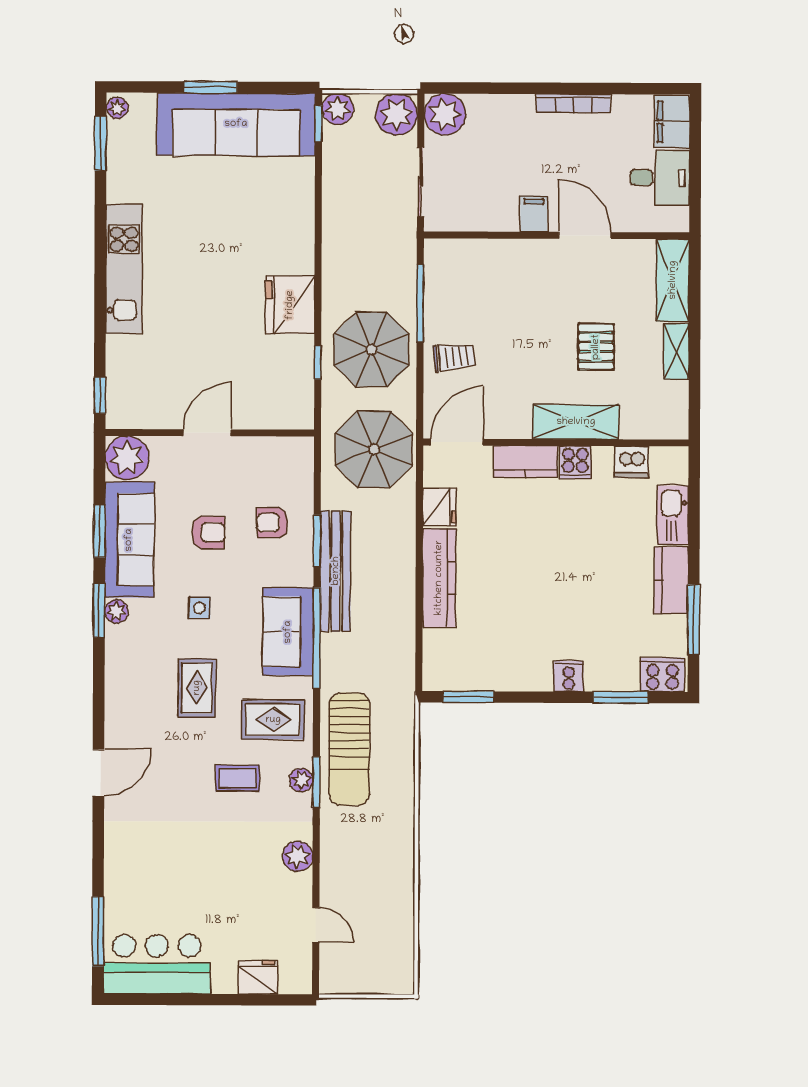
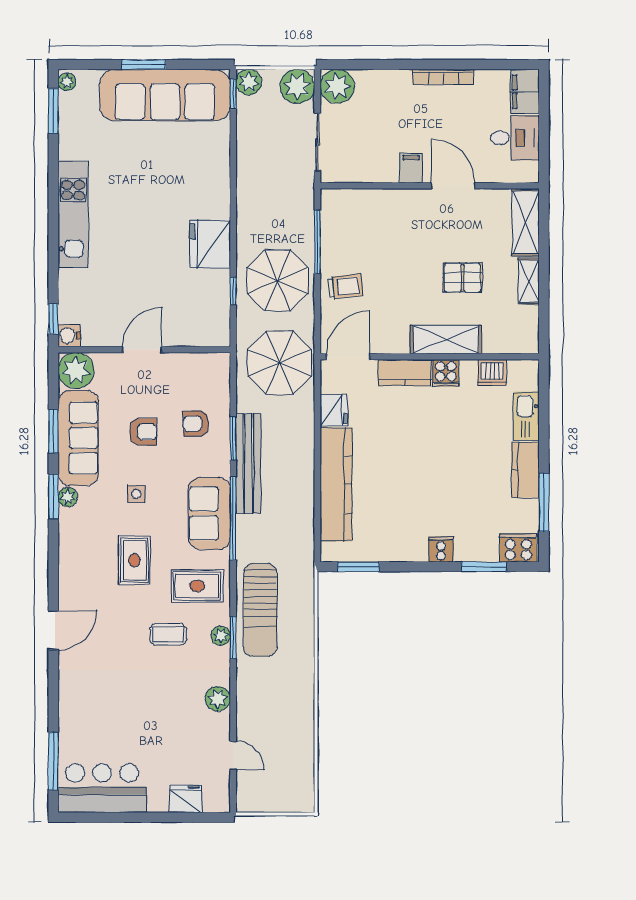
pallet: (596, 347) -> (463, 278), turned 90
water cooler: (119, 415) -> (69, 336), added
kitchen counter: (439, 578) -> (336, 484), width x1.39, depth x1.17

